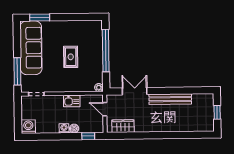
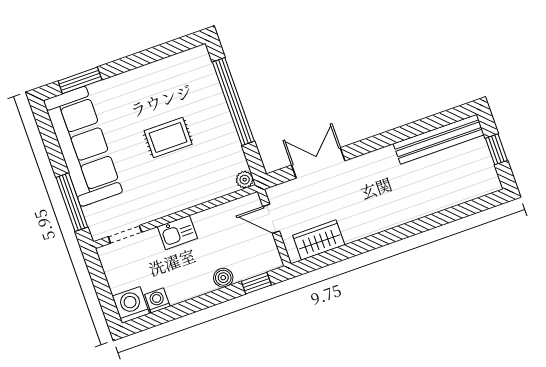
rug: (71, 57) -> (168, 137), turned 90
bench: (170, 99) -> (439, 139), moved
kitchen sink: (72, 101) -> (177, 233), moved
washing machine: (64, 128) -> (157, 300), moved

